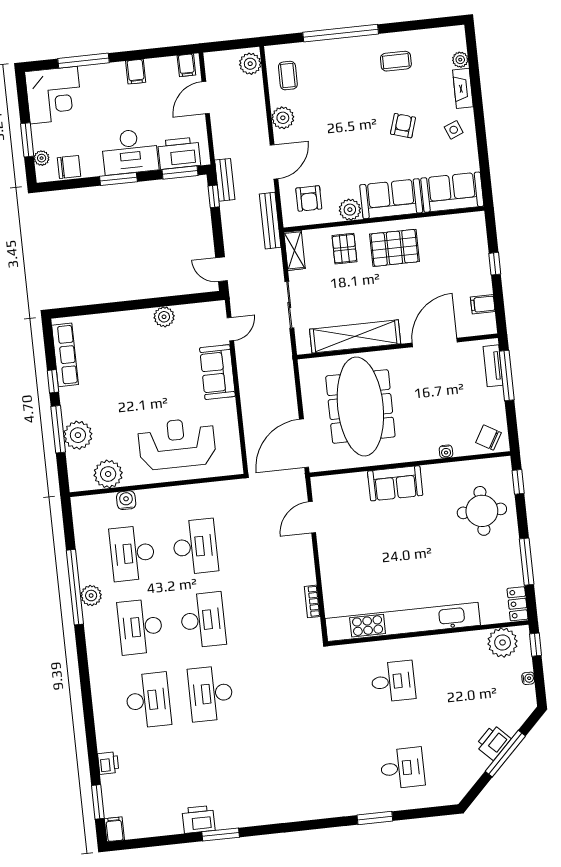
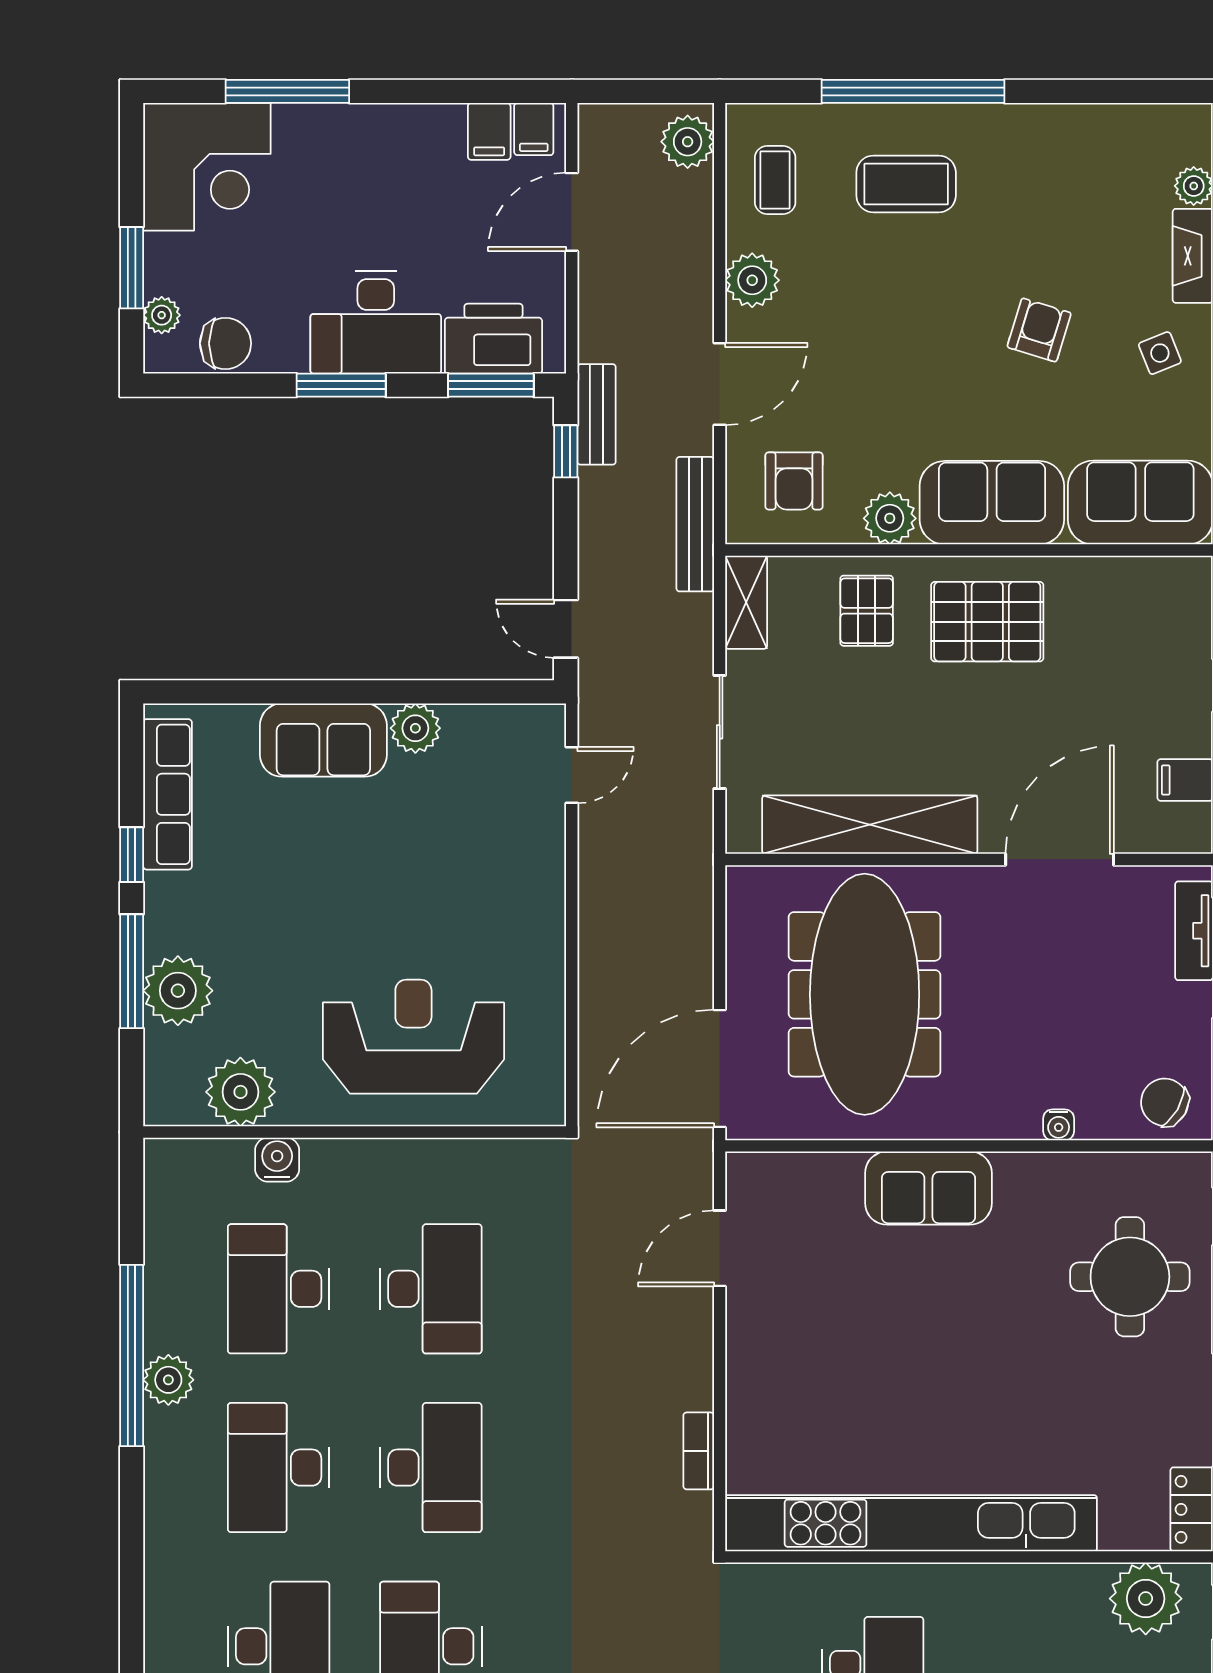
coffee table: (396, 61) -> (906, 184), moved, width x1.36, depth x1.30
filing cabinet: (136, 72) -> (489, 131), moved
sofa: (217, 372) -> (323, 740), moved, turned -90

